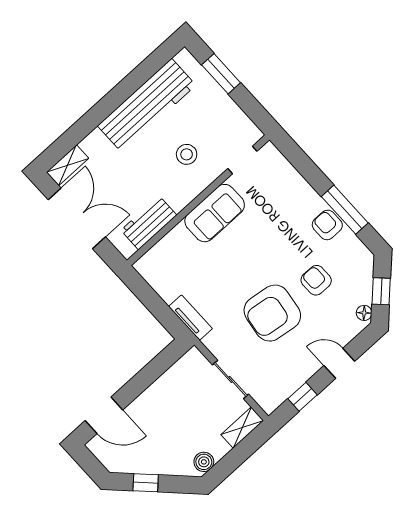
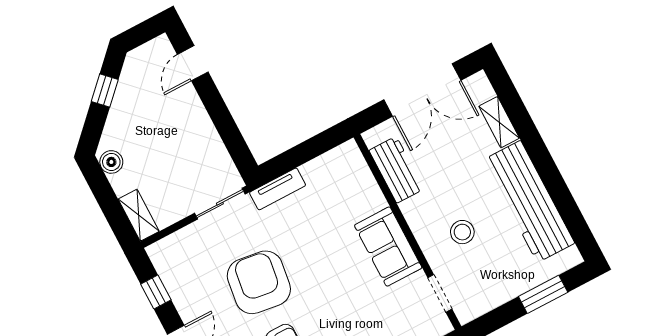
shelving: (67, 165) -> (499, 122), moved
sliding door: (231, 379) -> (220, 204), moved
door: (104, 415) -> (193, 63), width x0.73

